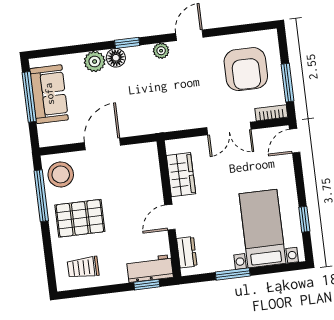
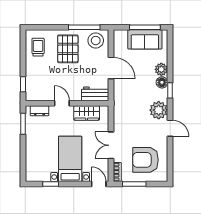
plant: (161, 51) -> (159, 110), width x1.88, depth x1.88
bed with nightstands: (262, 229) -> (70, 159), moved, turned -90
workbench: (150, 269) -> (95, 94), moved, turned -90
window: (233, 274) -> (23, 124), moved

